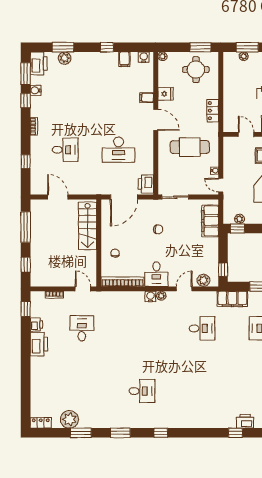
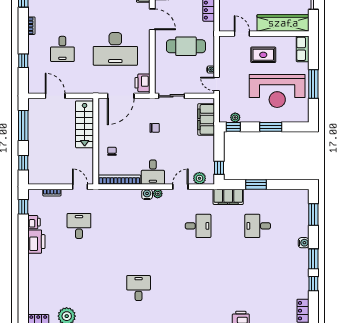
desk: (65, 150) -> (62, 49), turned 90
desk: (119, 150) -> (115, 49), width x1.36, depth x1.30
desk: (142, 391) -> (139, 288), turned -90

